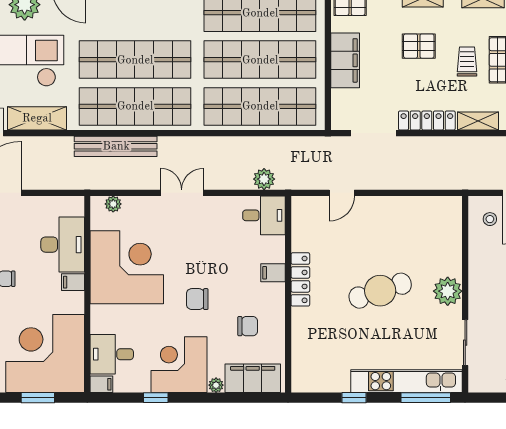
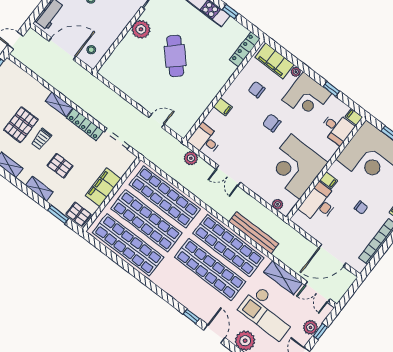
double door: (182, 193) -> (228, 176), moved
locker: (300, 279) -> (245, 49), moved
cafe table: (380, 291) -> (175, 56), turned 66
chair: (197, 299) -> (272, 123), turned 180

